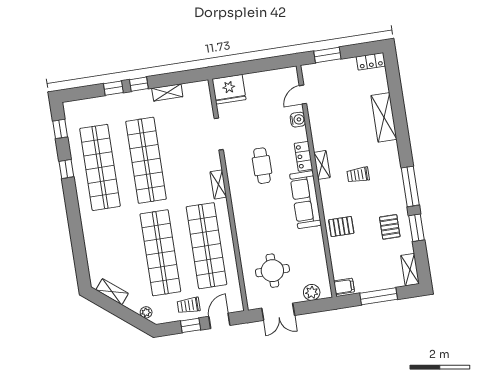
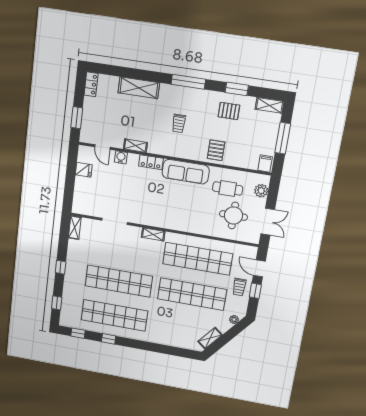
window: (113, 88) -> (57, 303), moved
fridge: (229, 89) -> (84, 170), moved, width x0.53, depth x0.75
shelving: (167, 92) -> (75, 228), moved
shelving: (322, 165) -> (135, 146), moved
cafe table: (262, 166) -> (228, 188), moved
window: (410, 186) -> (188, 82), moved

